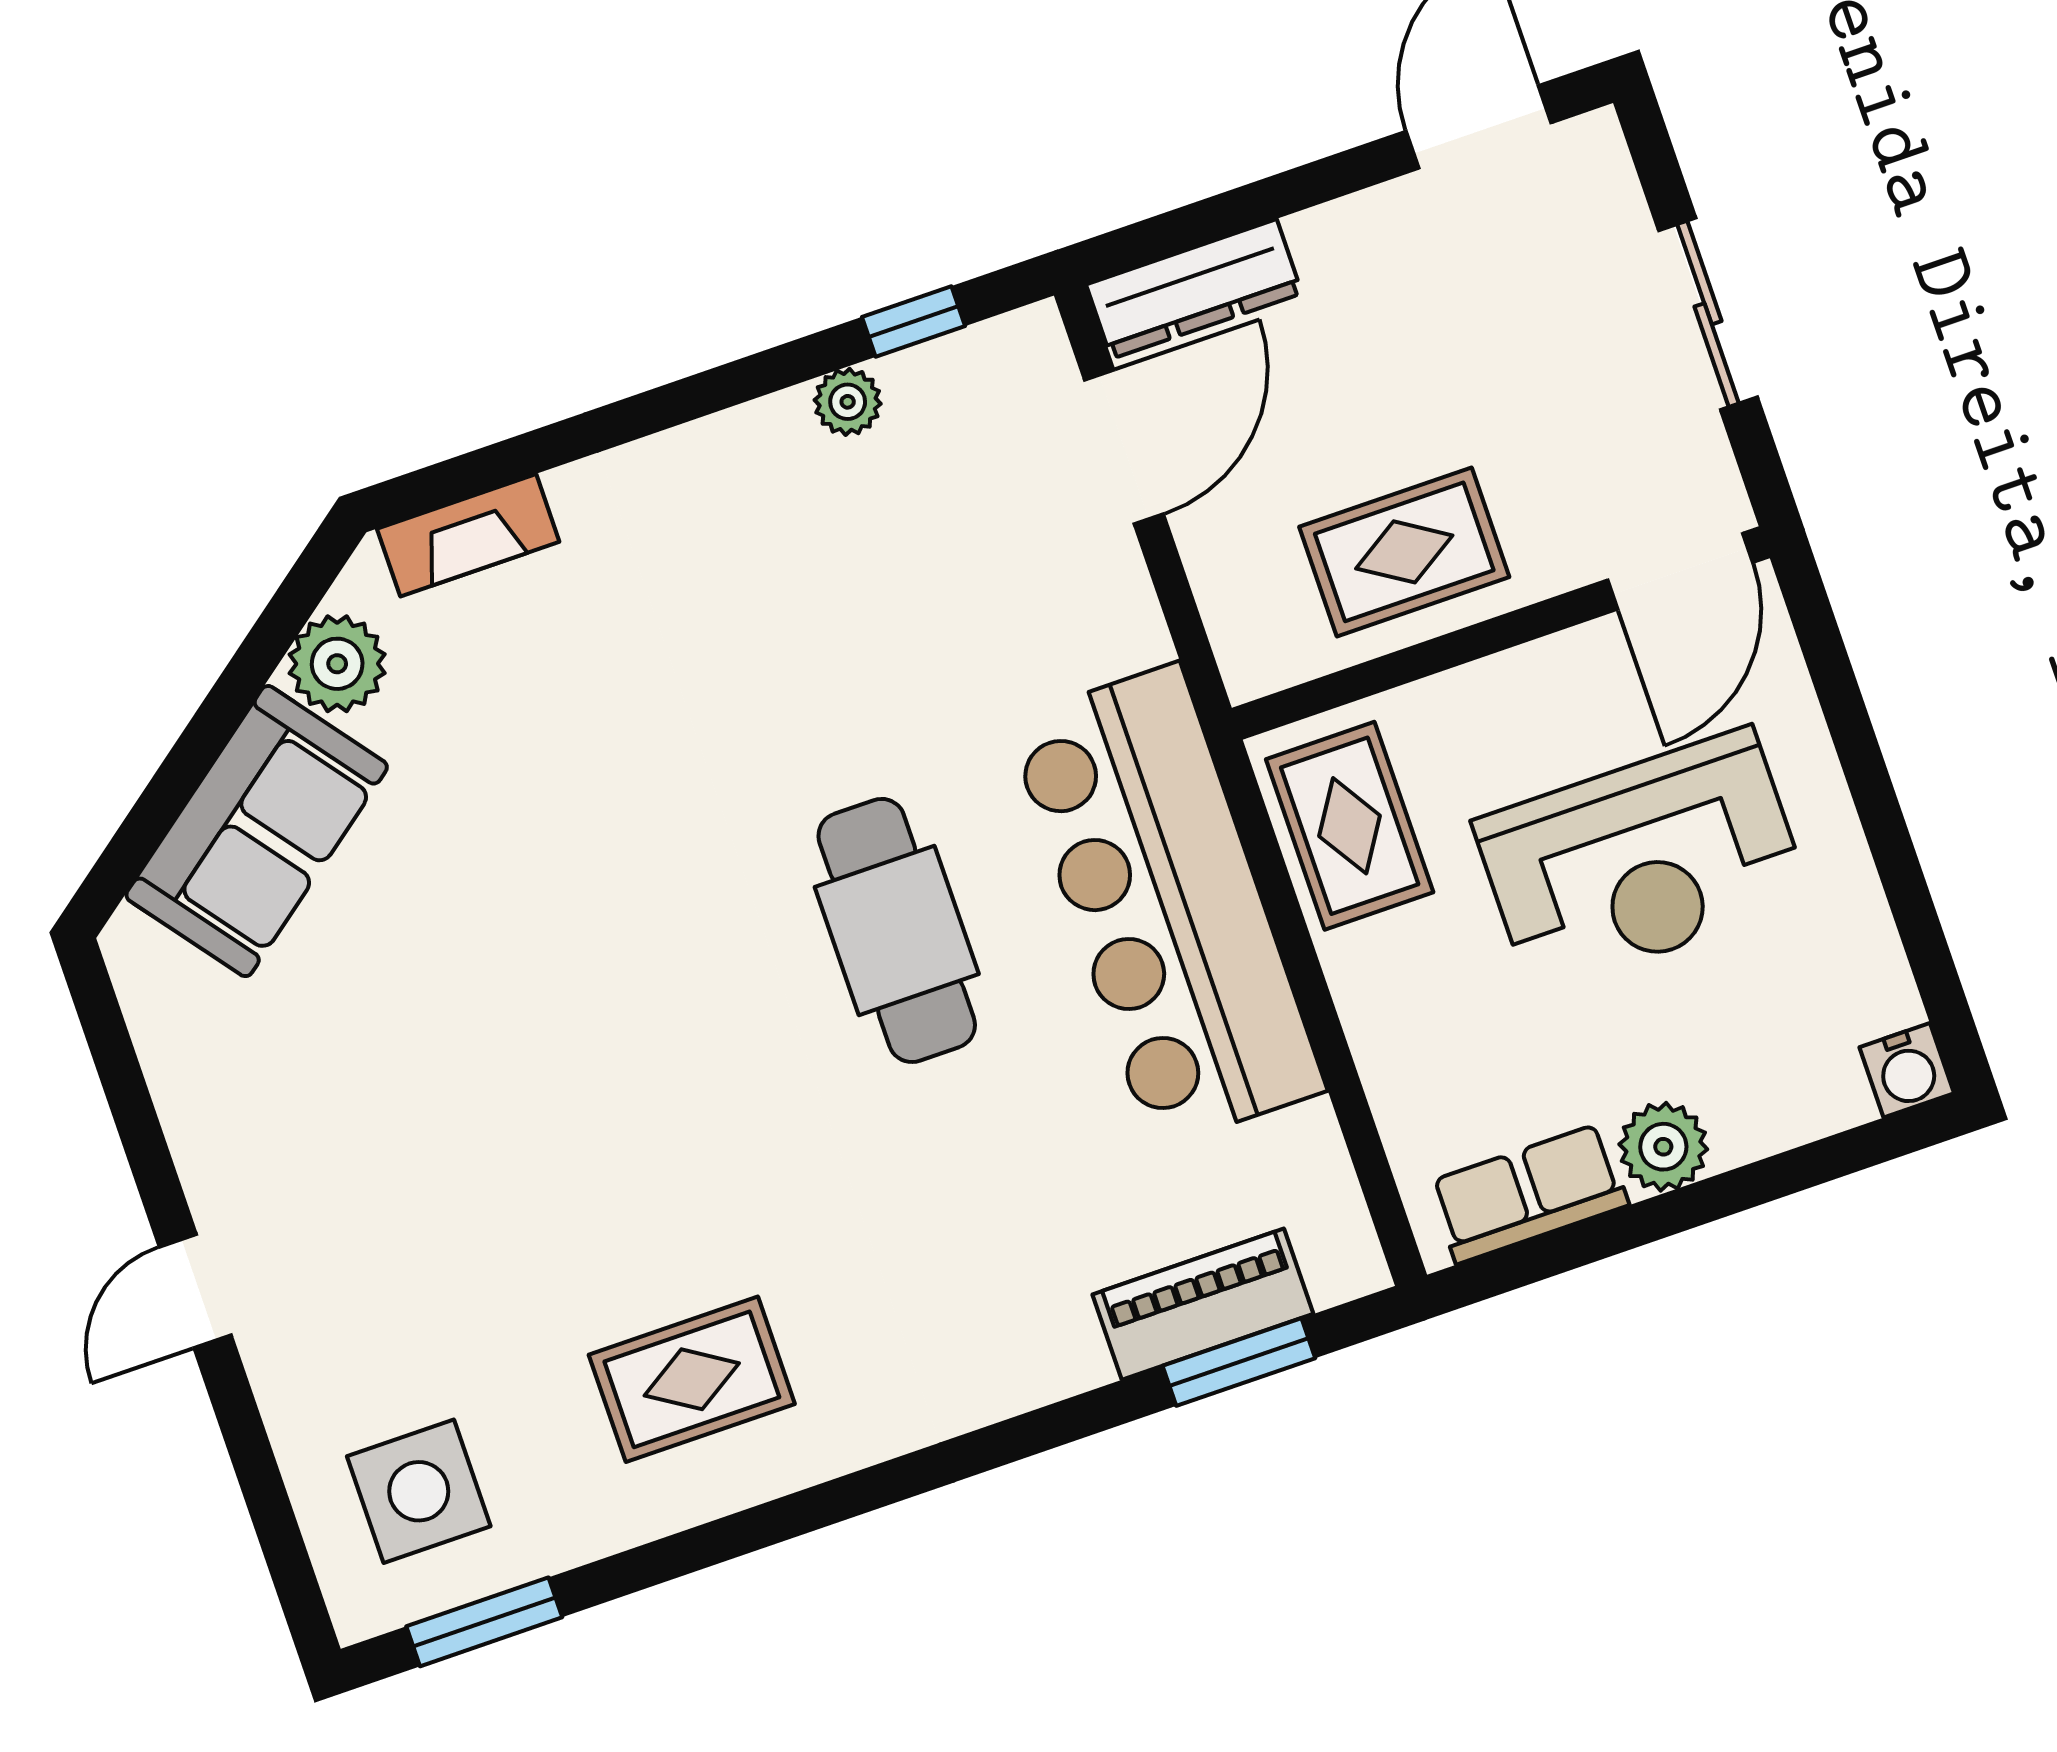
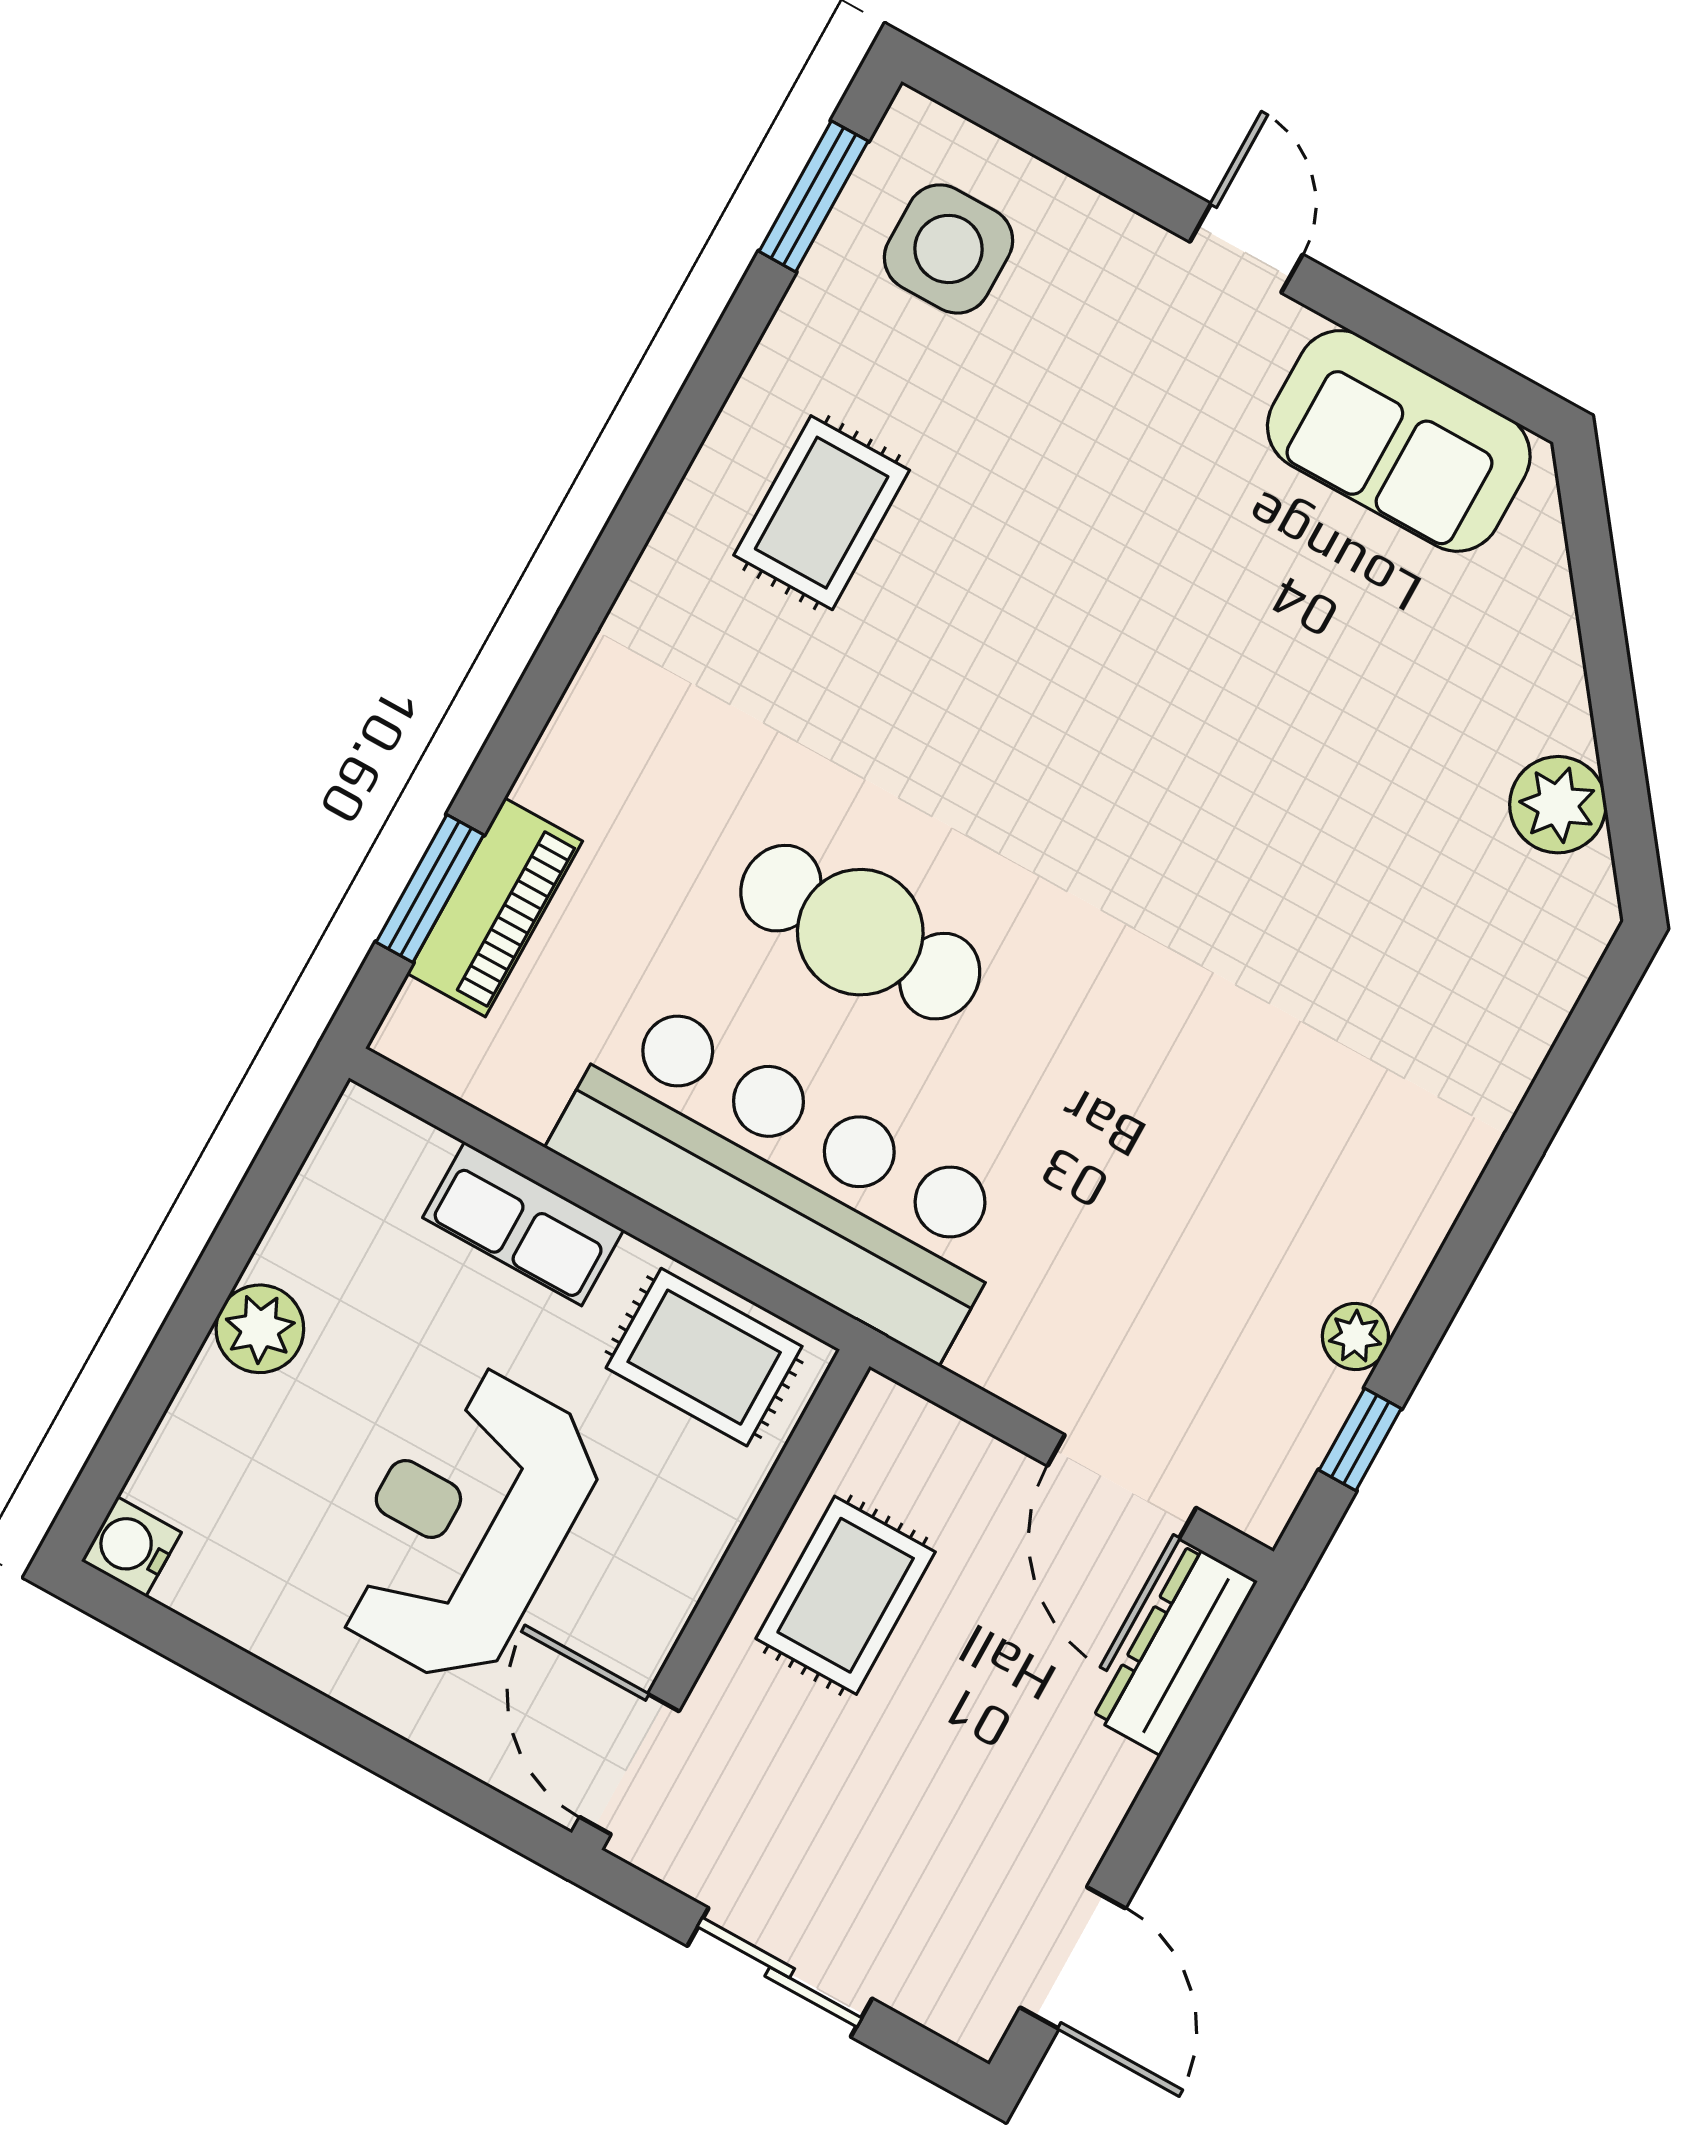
fireplace: (468, 535) -> (1547, 986), removed
sofa: (257, 831) -> (1399, 441), moved, turned -53
cafe table: (897, 930) -> (860, 932), moved
row of seats: (1529, 1194) -> (523, 1224), moved, turned 90

